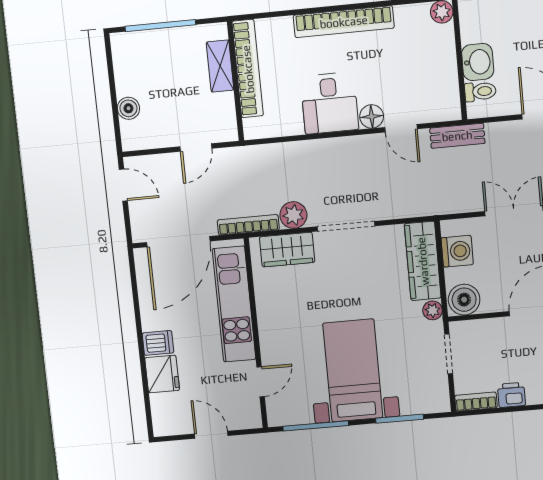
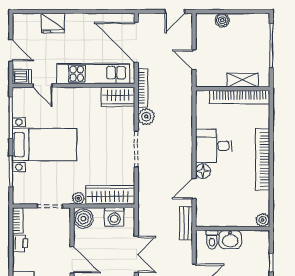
wardrobe: (287, 250) -> (118, 97), moved, turned -90
dishwasher: (158, 343) -> (22, 77), moved, turned -90
door: (211, 435) -> (11, 50), hinge flipped

